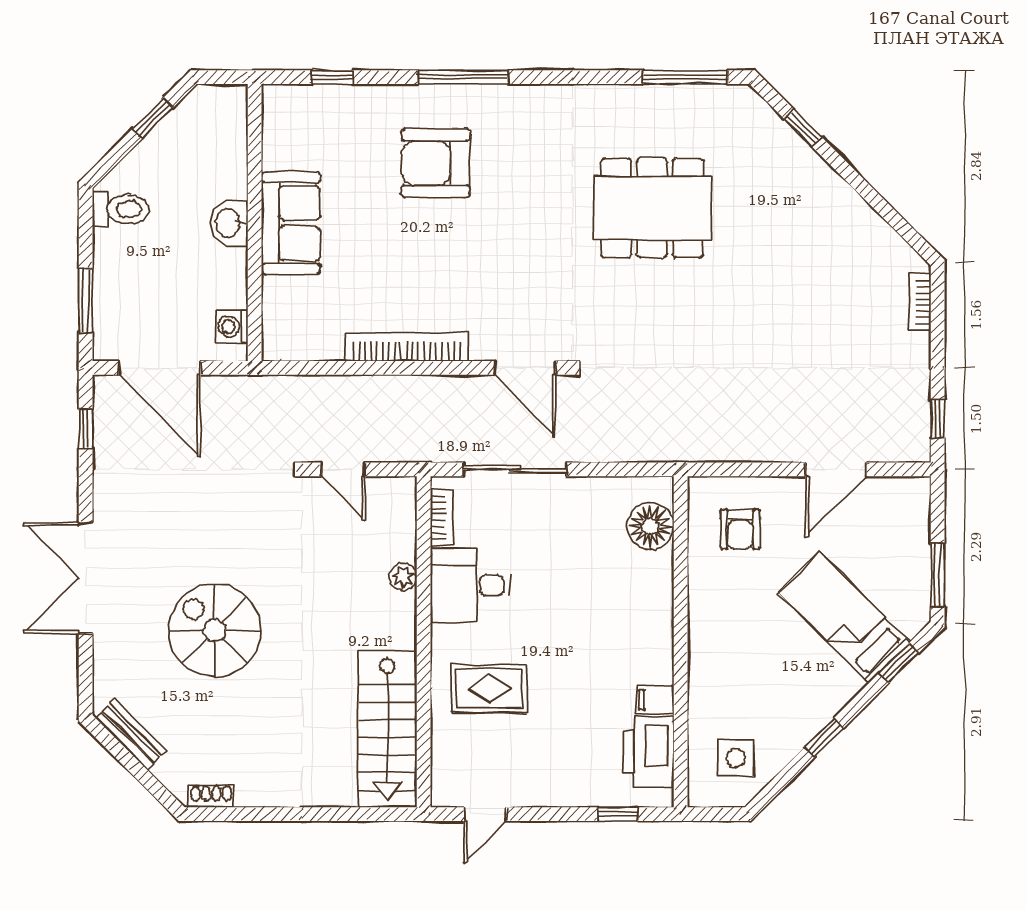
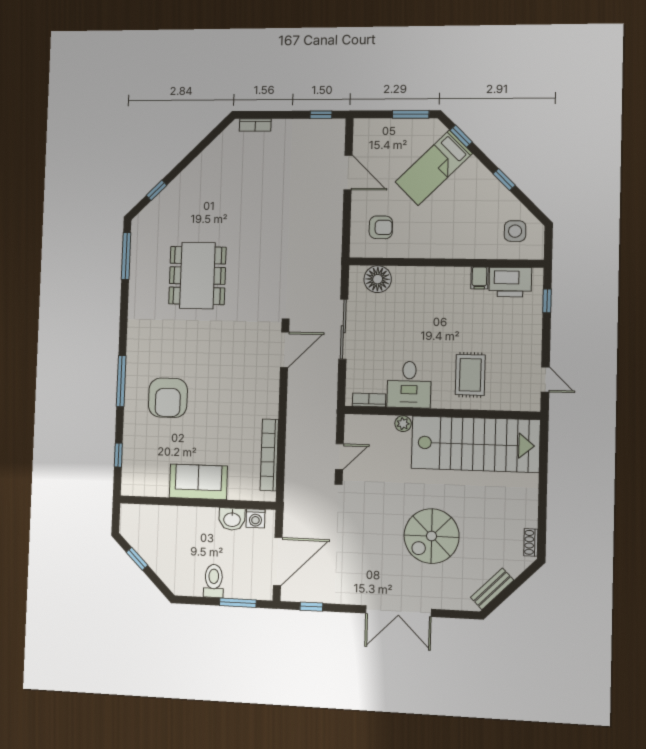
toilet: (121, 209) -> (214, 581), moved
washbasin: (229, 223) -> (232, 519), moved
bookcase: (406, 347) -> (269, 455), moved
sliding door: (515, 469) -> (343, 329), moved
stairs: (387, 729) -> (475, 444), width x1.36, depth x1.51

